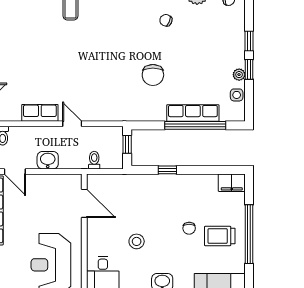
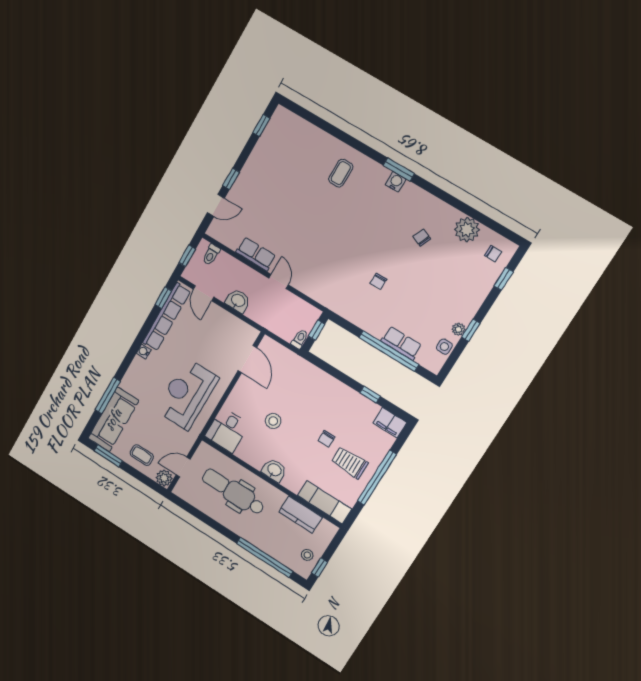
window: (249, 41) -> (504, 279), moved
chair: (153, 75) -> (378, 281), width x0.54, depth x0.54
row of seats: (193, 113) -> (401, 343), width x0.68
toilet: (94, 160) -> (300, 339), moved
window: (167, 170) -> (370, 395), moved

